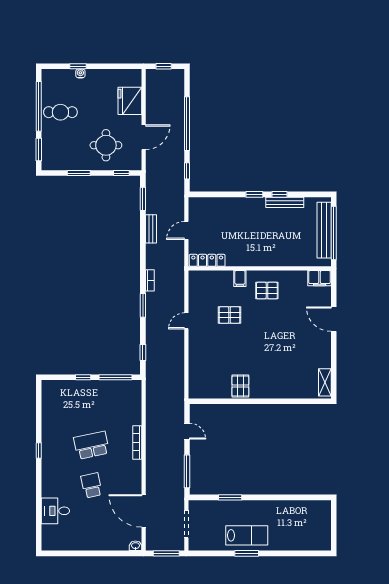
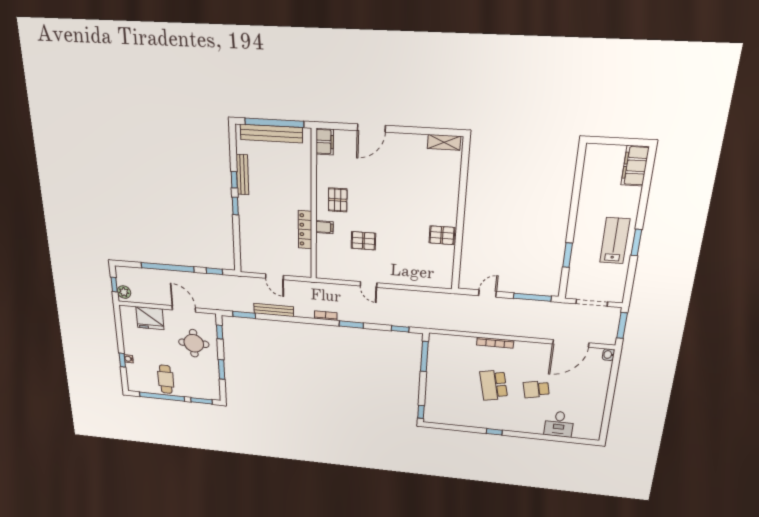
plant: (156, 76) -> (124, 292), added
bench: (151, 229) -> (274, 310), width x1.36
locker: (207, 260) -> (305, 230), moved
pallet: (230, 315) -> (363, 241), turned 90
window: (83, 377) -> (421, 412), moved
filing cabinet: (314, 542) -> (635, 166), added

